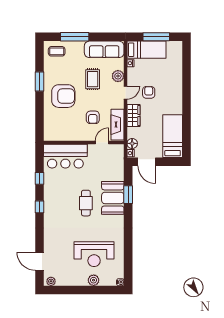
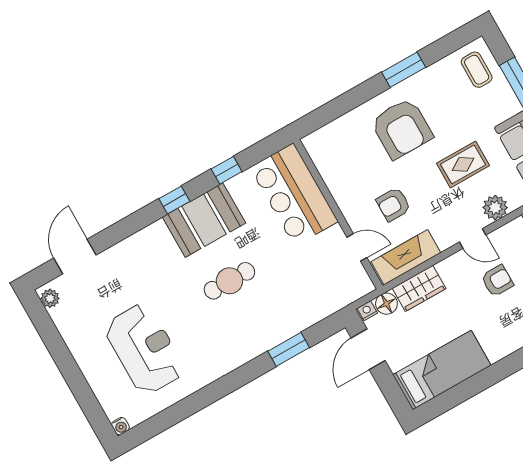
wardrobe: (133, 115) -> (419, 288), moved
booth: (113, 198) -> (204, 220), moved
reception desk: (94, 254) -> (144, 349), turned 180
plant: (94, 280) -> (96, 375), removed

